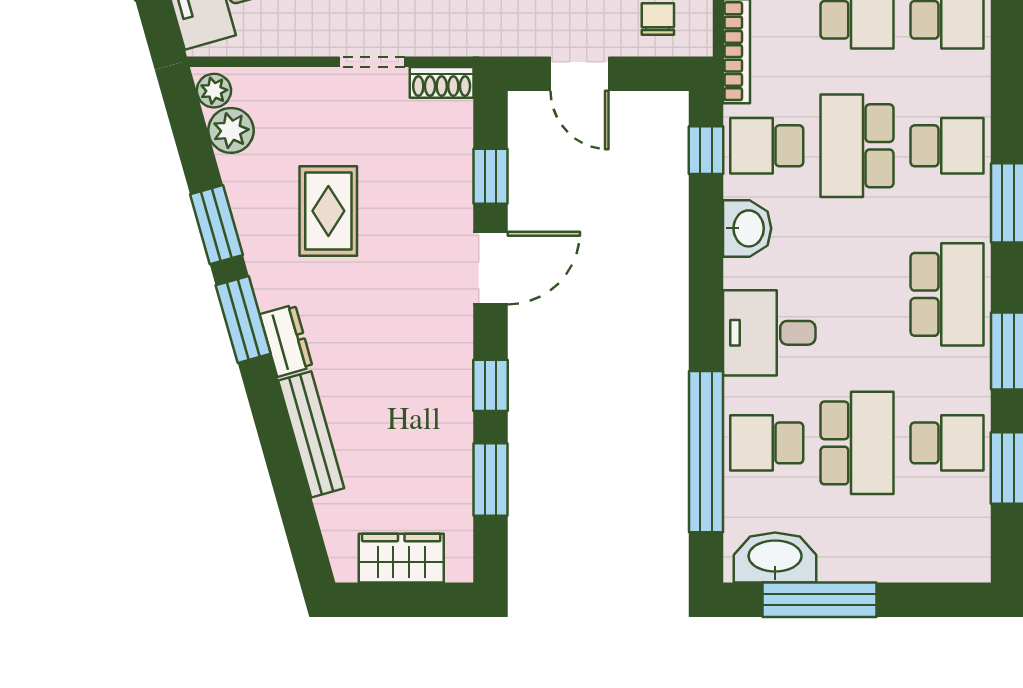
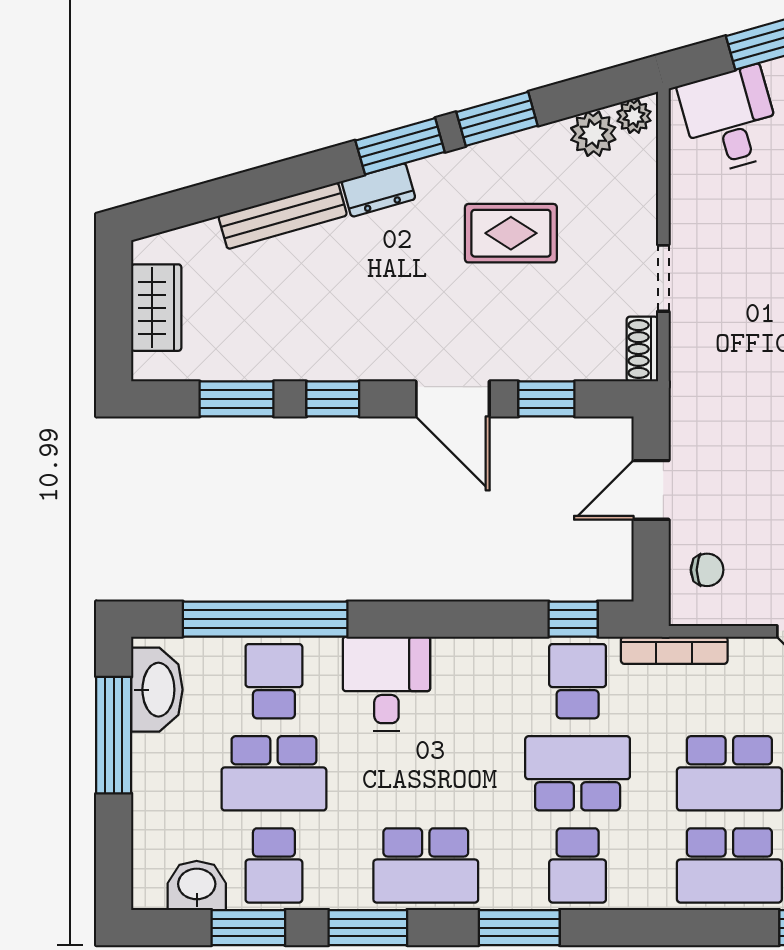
washbasin: (747, 228) -> (197, 885), moved, turned 180

